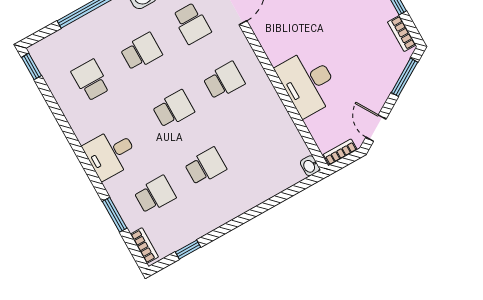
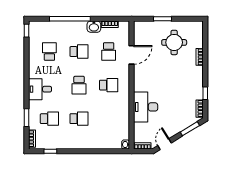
school desk: (173, 109) -> (79, 85), turned 90

